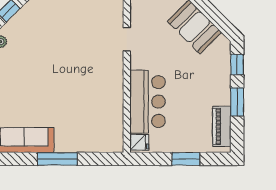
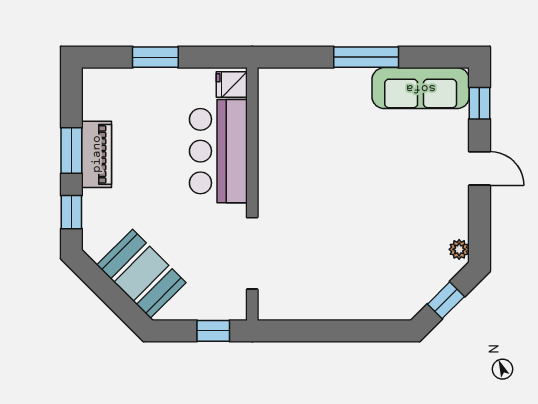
doorway: (127, 39) -> (252, 253), width x1.88
piano: (222, 126) -> (97, 154), moved

